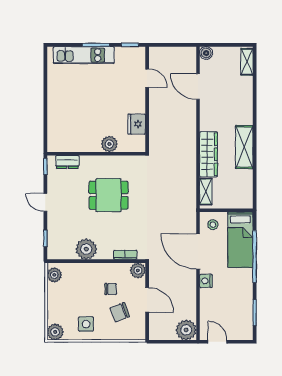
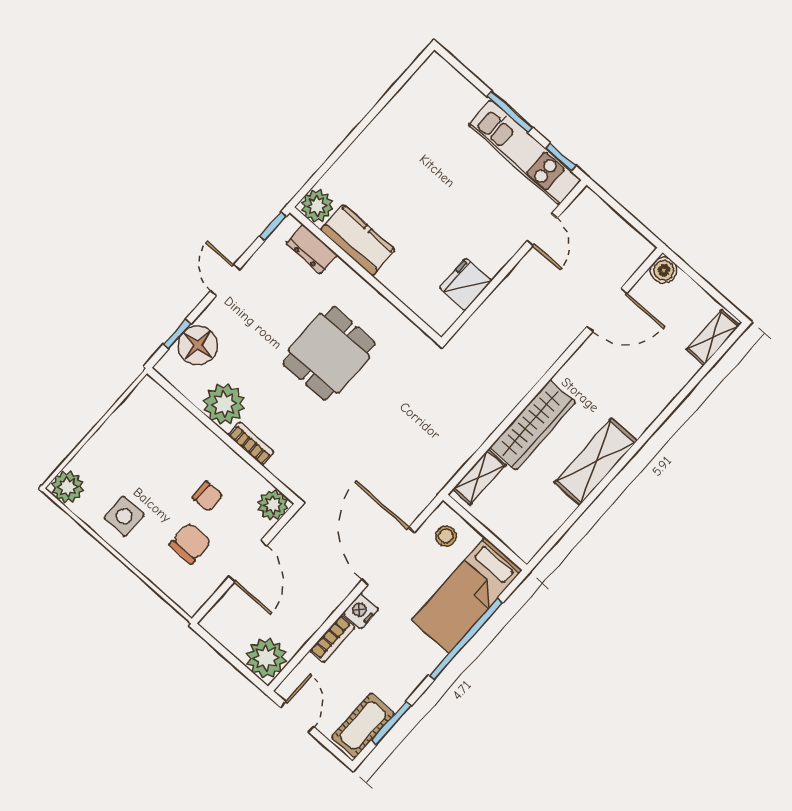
kitchen unit: (84, 55) -> (525, 153), moved
door: (198, 87) -> (607, 310), swing flipped
kitchen counter: (82, 143) -> (358, 240), added
plant: (109, 144) -> (317, 206), moved
dining table: (109, 195) -> (329, 353), turned 90
floor lamp: (57, 236) -> (198, 345), added
bookcase: (125, 255) -> (251, 444), moved
plant: (54, 275) -> (142, 401), removed
bookcase: (205, 301) -> (332, 639), added
chair: (120, 312) -> (190, 543), turned 111
cot: (245, 323) -> (363, 725), added

